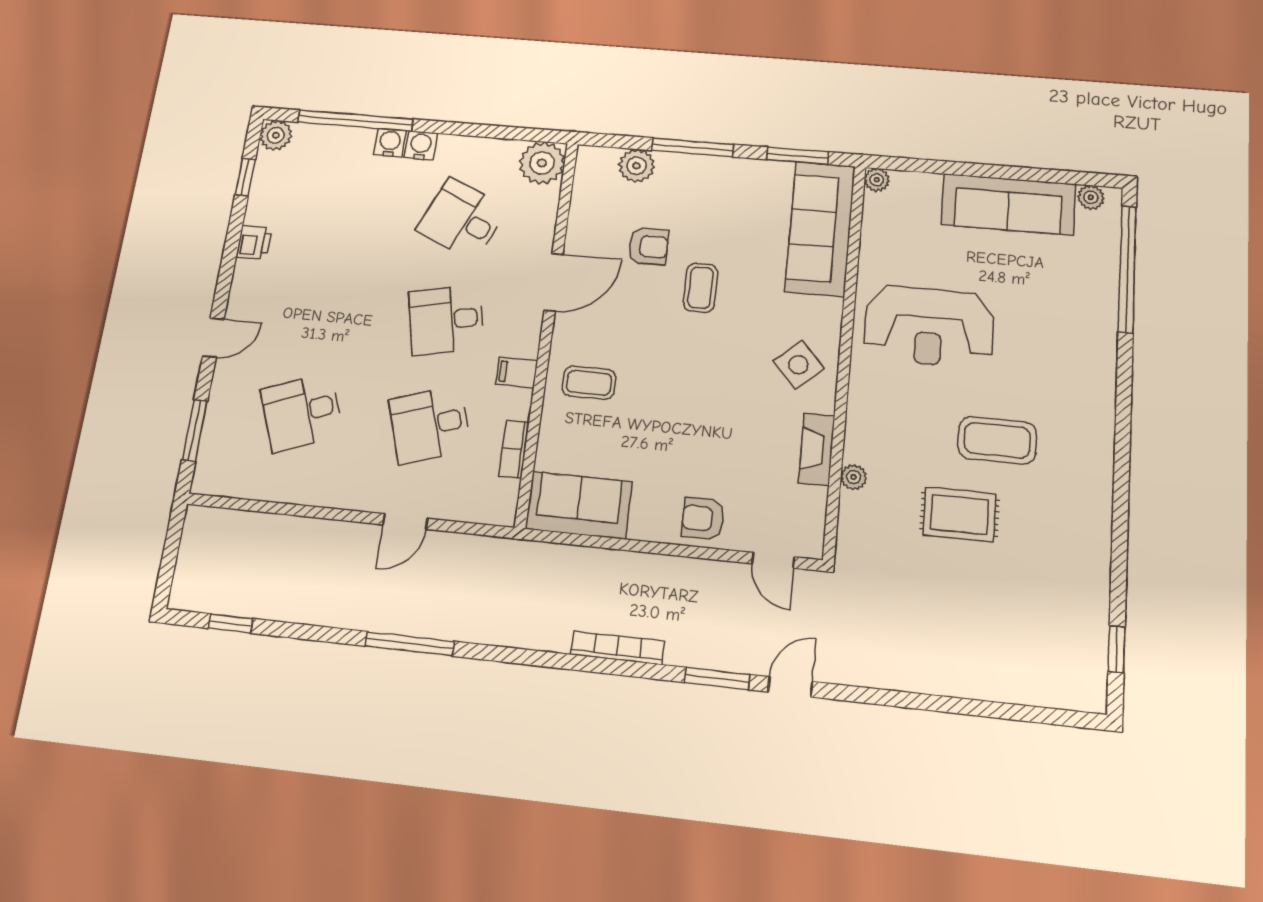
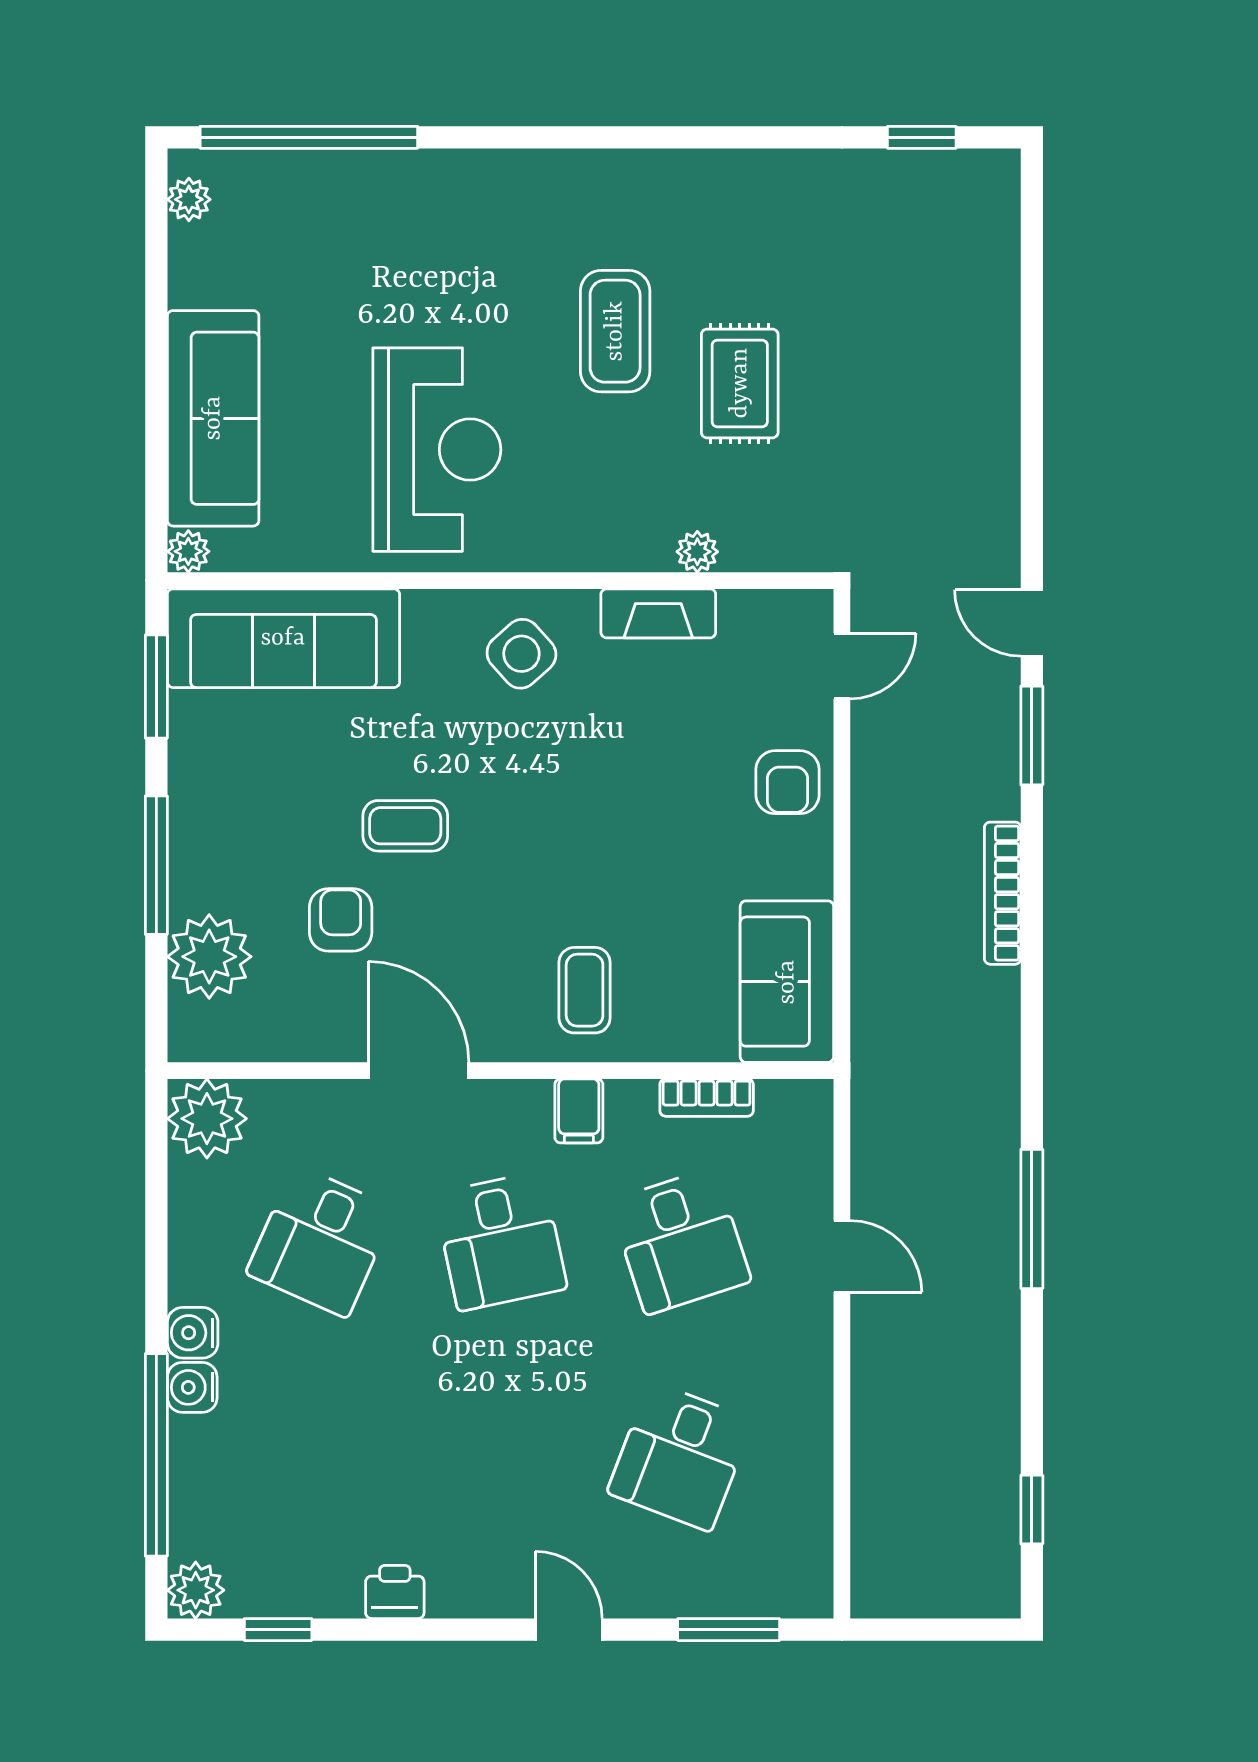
plant: (637, 166) -> (209, 957), width x1.36, depth x1.36
sofa: (1008, 204) -> (213, 418), moved
desk: (302, 412) -> (680, 1456), turned 42

